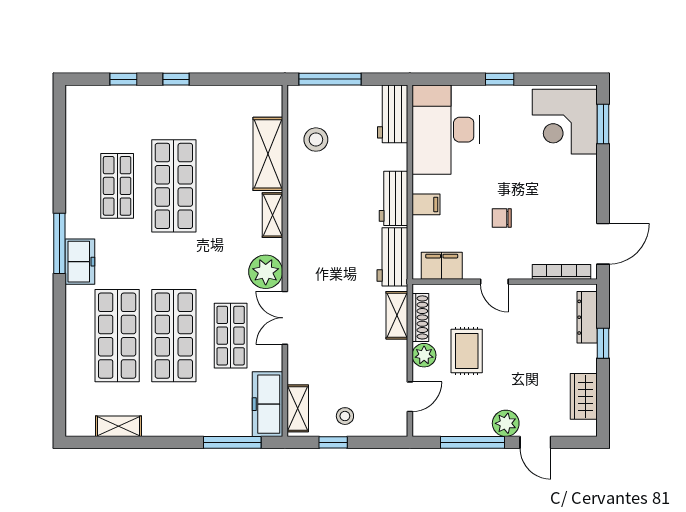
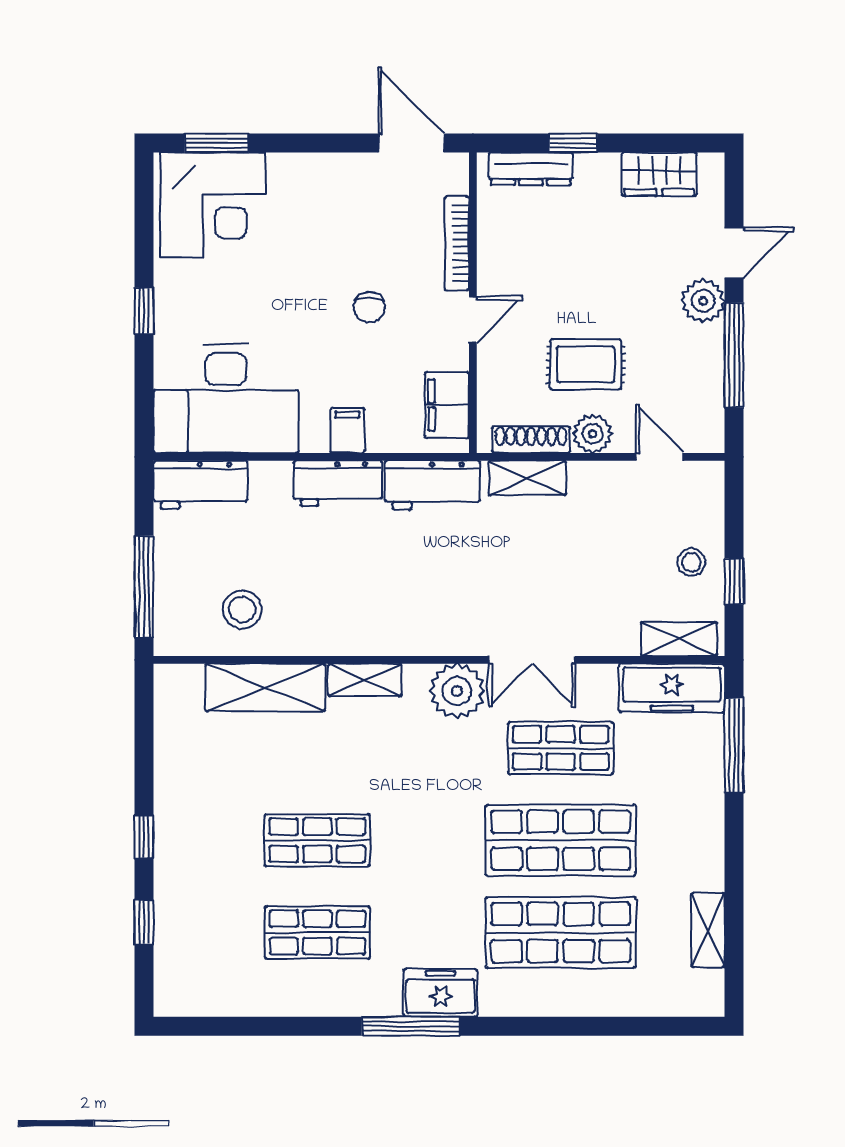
shop shelf: (174, 186) -> (317, 840), width x0.70, depth x0.74
bookcase: (562, 272) -> (457, 243), moved

